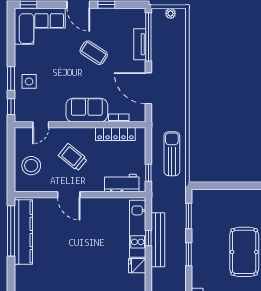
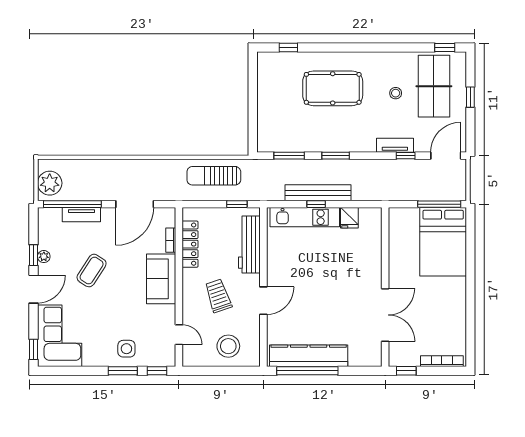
plant: (105, 13) -> (44, 257), added
plant: (171, 13) -> (50, 183), width x1.88, depth x1.88
trolley: (73, 157) -> (218, 296), turned 122
workbench: (122, 183) -> (249, 244), width x1.37

